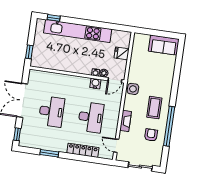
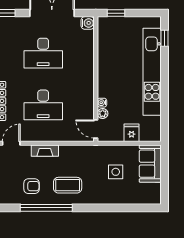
sofa: (164, 45) -> (150, 164), moved
water cooler: (95, 83) -> (88, 23), moved
side table: (133, 89) -> (116, 172), moved

